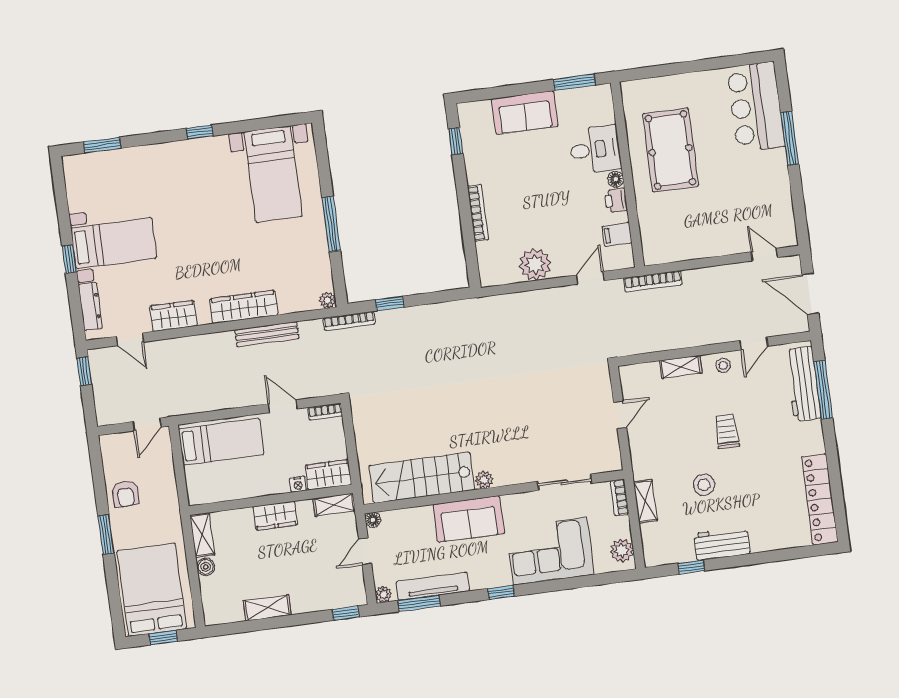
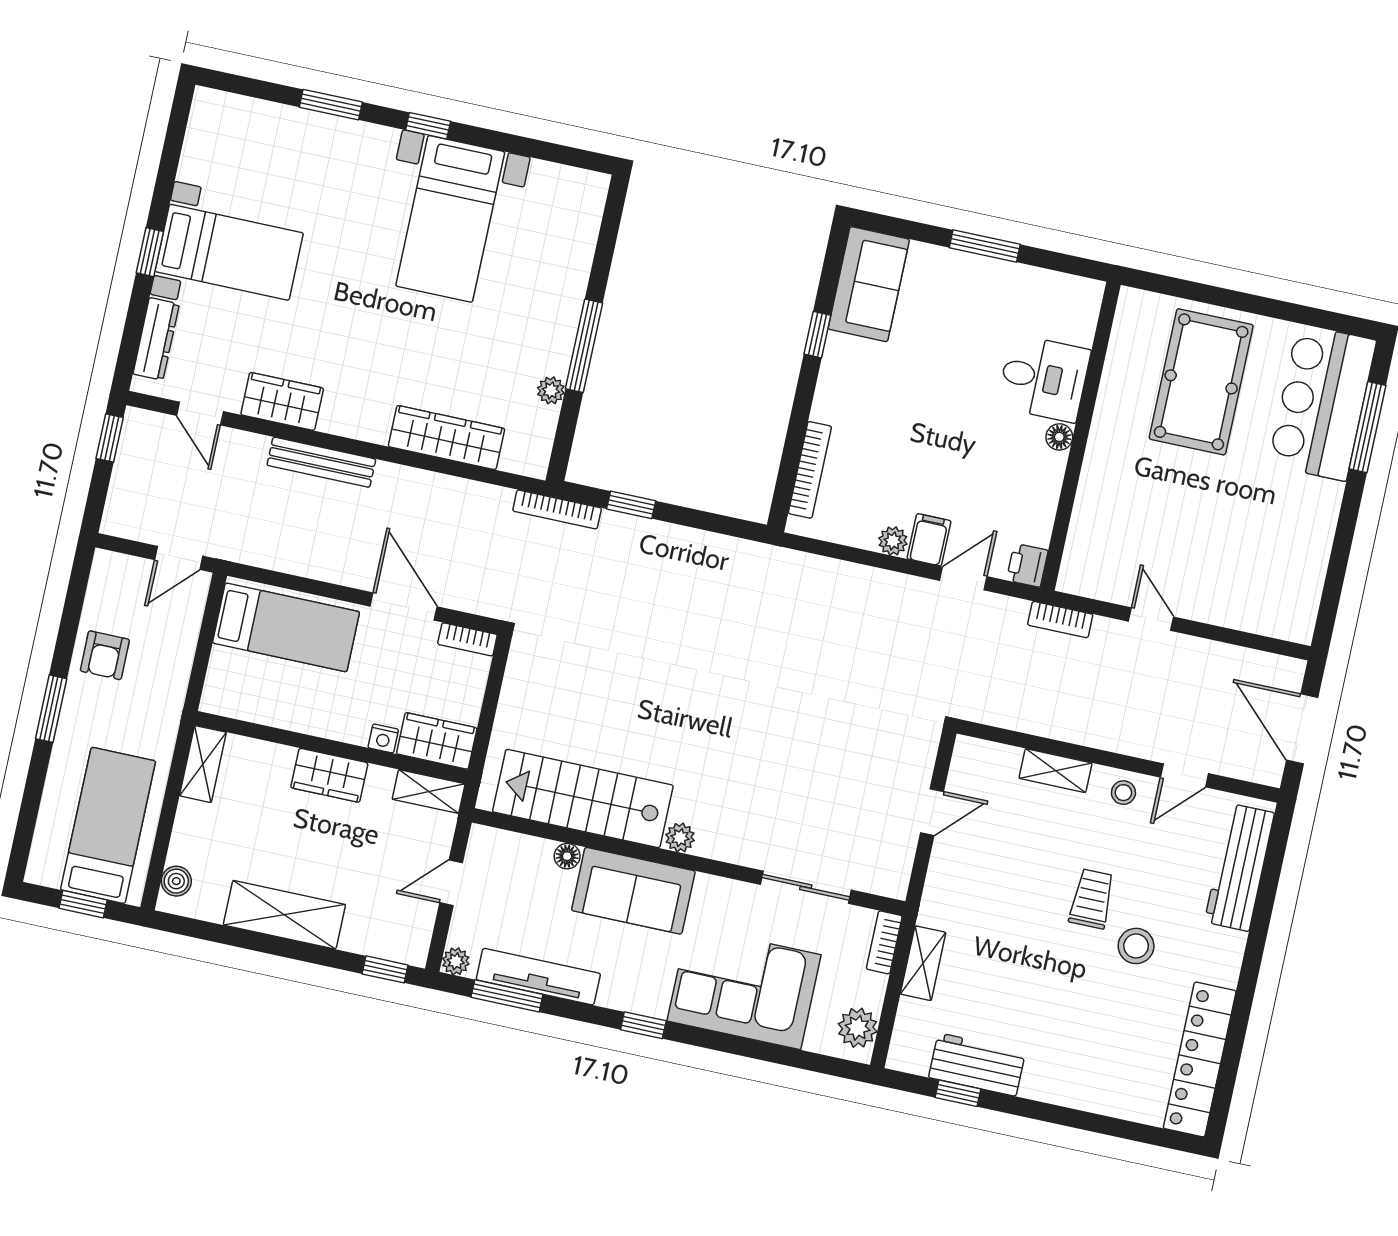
window: (574, 82) -> (985, 246), moved
sofa: (525, 113) -> (869, 284), moved, turned -90
window: (790, 138) -> (1367, 427), moved
window: (456, 141) -> (817, 335), moved
window: (102, 145) -> (331, 105), moved
pool table: (670, 150) -> (1201, 382), moved
bed with nightstands: (273, 174) -> (450, 219), moved
printer: (616, 200) -> (1027, 565), moved
bookcase: (478, 213) -> (810, 470), moved
filing cabinet: (617, 235) -> (929, 540), moved, turned 90
door: (764, 255) -> (1151, 619), moved
plant: (535, 264) -> (893, 541), width x0.53, depth x0.53
bookcase: (653, 281) -> (1060, 620), width x0.64
plant: (328, 300) -> (551, 390), moved
wardrobe: (244, 307) -> (447, 438), moved
bench: (267, 334) -> (321, 462), moved
window: (823, 390) -> (1268, 888), removed
door: (283, 406) -> (404, 607), width x1.38
stool: (704, 485) -> (1136, 946), moved
floor lamp: (373, 520) -> (567, 856), moved
workbench: (722, 544) -> (977, 1065), moved
boiler: (206, 567) -> (176, 881), moved
bed: (152, 590) -> (108, 825), width x0.67
shelving: (267, 608) -> (284, 915), width x1.50, depth x1.33

